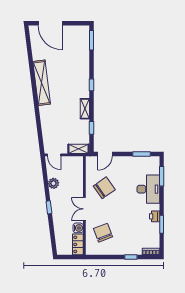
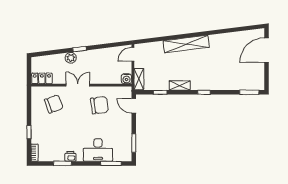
shelving: (42, 83) -> (186, 44), moved
plant: (53, 183) -> (71, 58), moved
chair: (104, 188) -> (99, 105), turned -62
water cooler: (78, 228) -> (126, 79), moved

